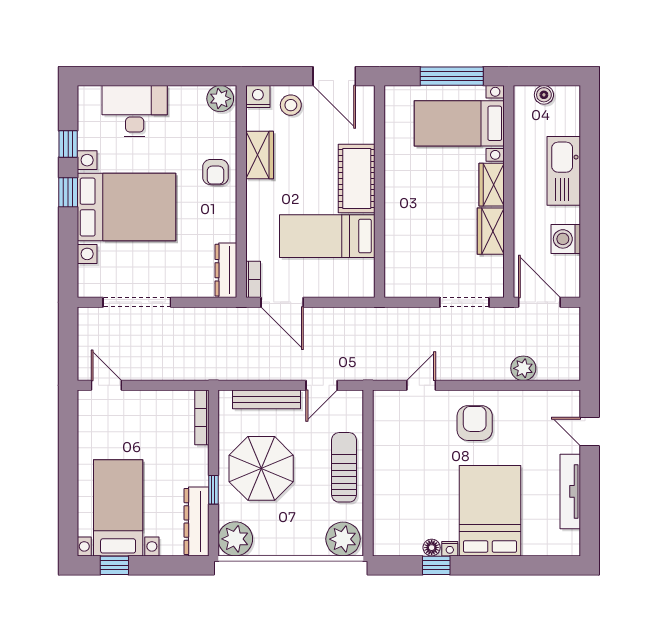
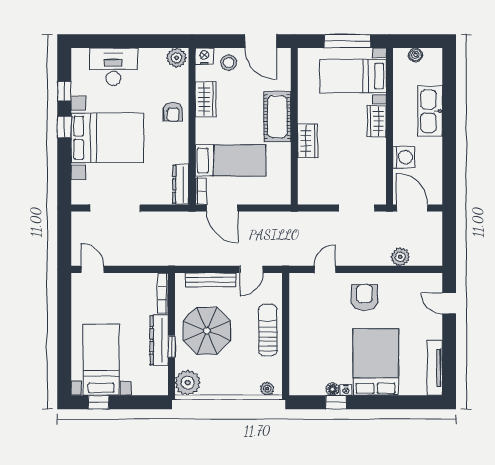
wardrobe: (491, 231) -> (308, 141), moved, turned 180
bed: (327, 236) -> (231, 160), moved, turned 180
washing machine: (566, 239) -> (404, 157), moved, turned 180
tv unit: (570, 491) -> (435, 368), moved
dresser: (197, 522) -> (159, 340), moved
plant: (343, 539) -> (267, 389), width x0.53, depth x0.53

